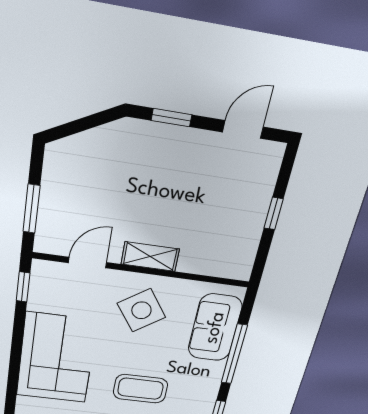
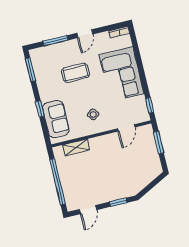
window: (274, 213) -> (58, 182), width x3.17
shelving: (150, 257) -> (76, 147), moved
side table: (141, 310) -> (93, 114), width x0.54, depth x0.54
window: (234, 354) -> (40, 109), width x0.46

